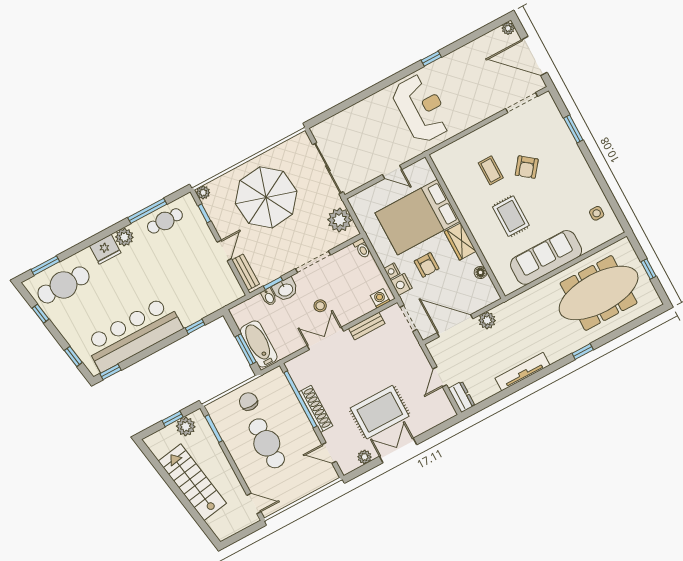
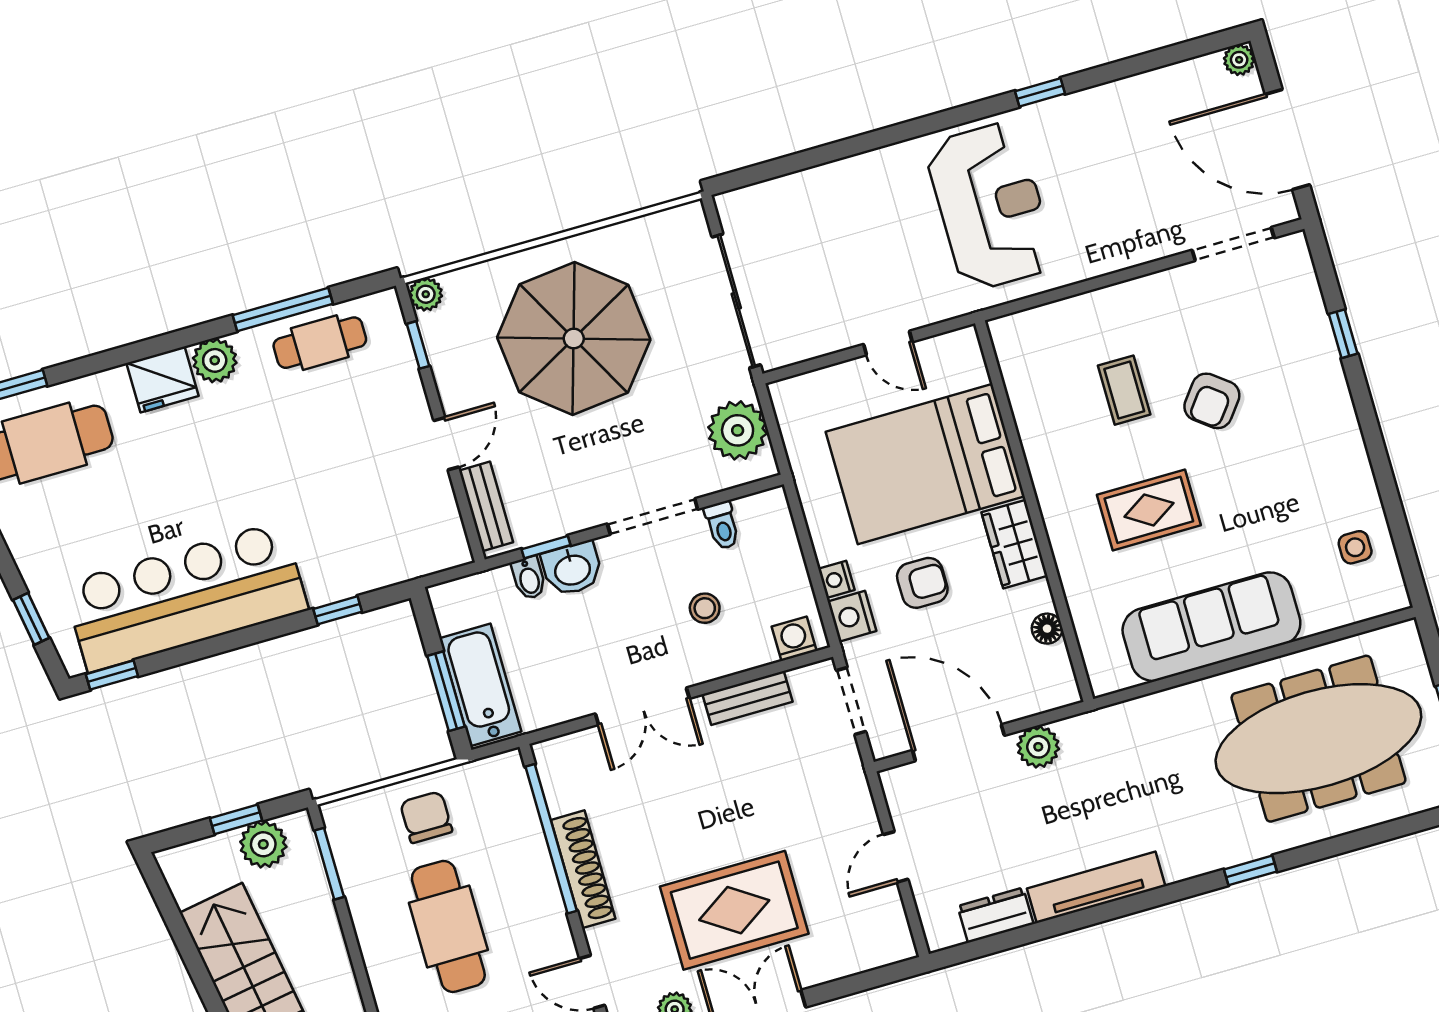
window: (573, 129) -> (1343, 334), width x0.67
rug: (511, 216) -> (1149, 510), turned 90
toilet: (362, 248) -> (722, 525), moved
armchair: (427, 265) -> (922, 583), turned -90
stool: (320, 306) -> (705, 608), moved
double door: (325, 338) -> (642, 706), swing flipped
dresser: (462, 397) -> (996, 915), moved, turned -90

